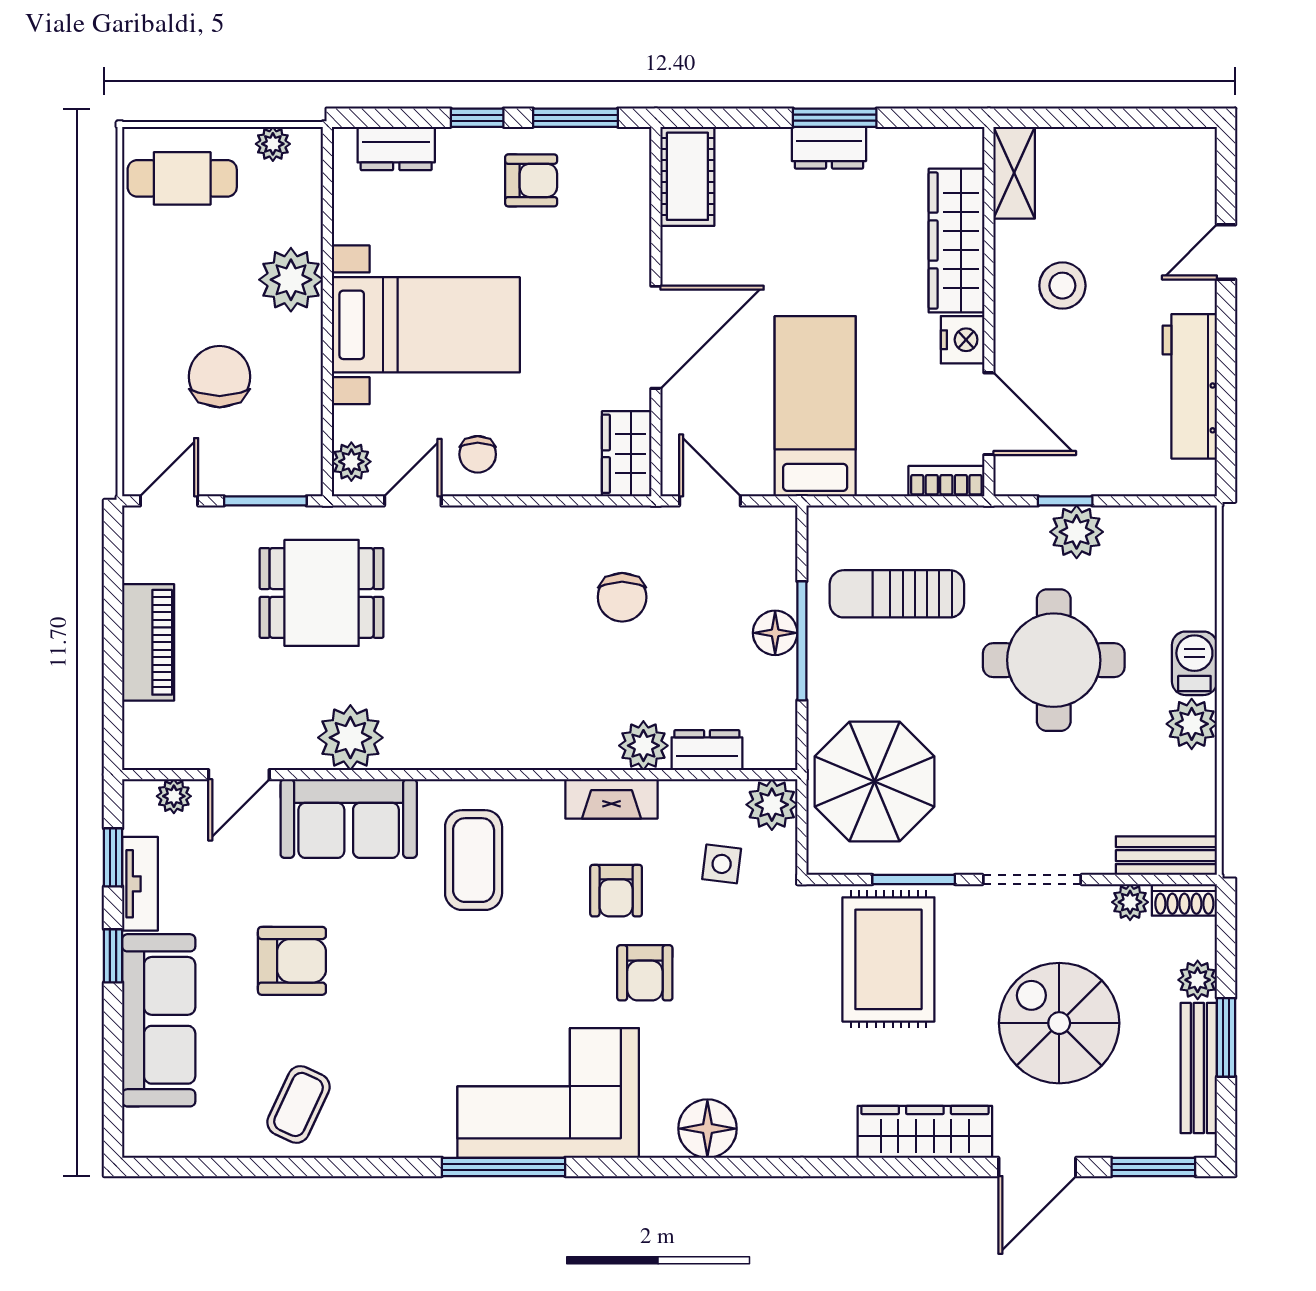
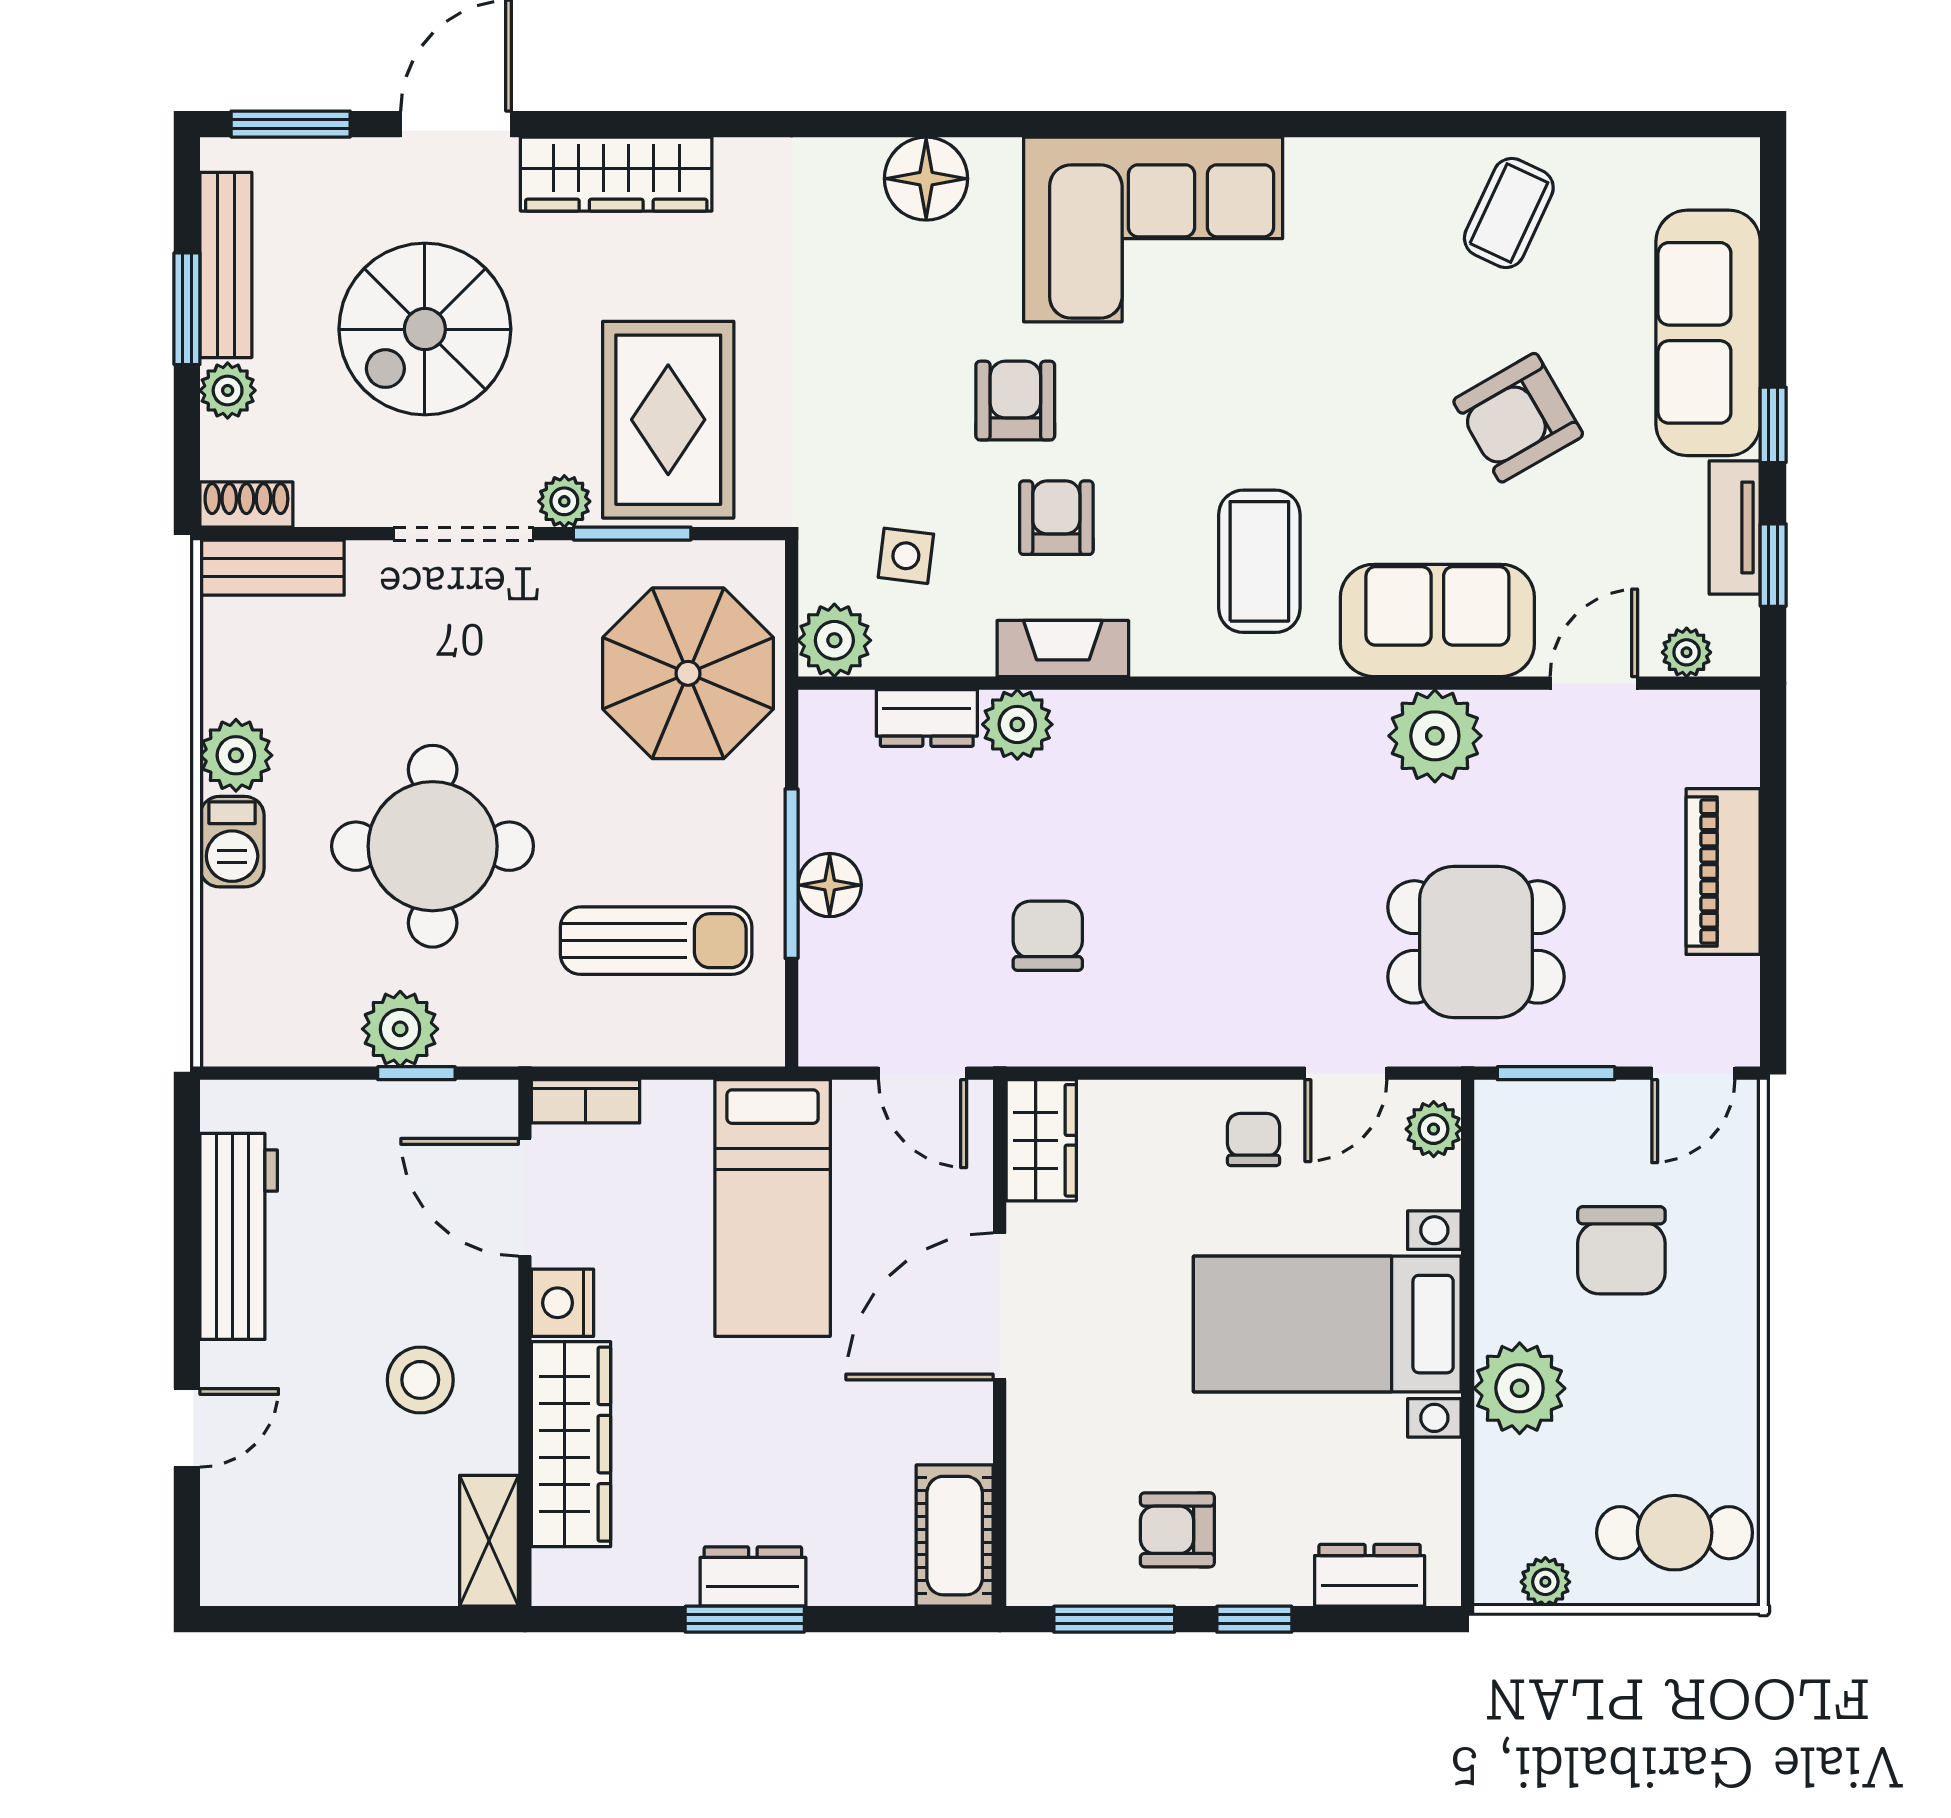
plant: (1130, 902) -> (564, 501), moved
armchair: (292, 961) -> (1518, 418), turned -30
spiral stairs: (1059, 1023) -> (425, 329), turned 90
window: (504, 1167) -> (1217, 124), removed

